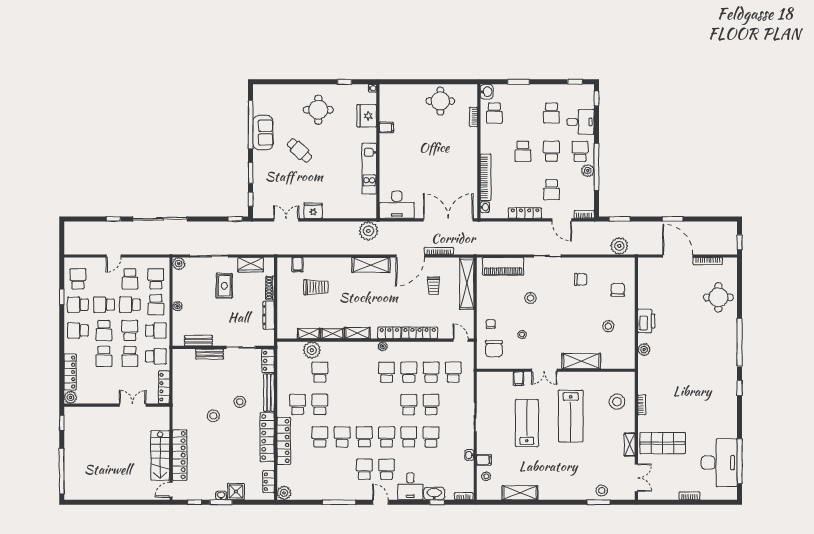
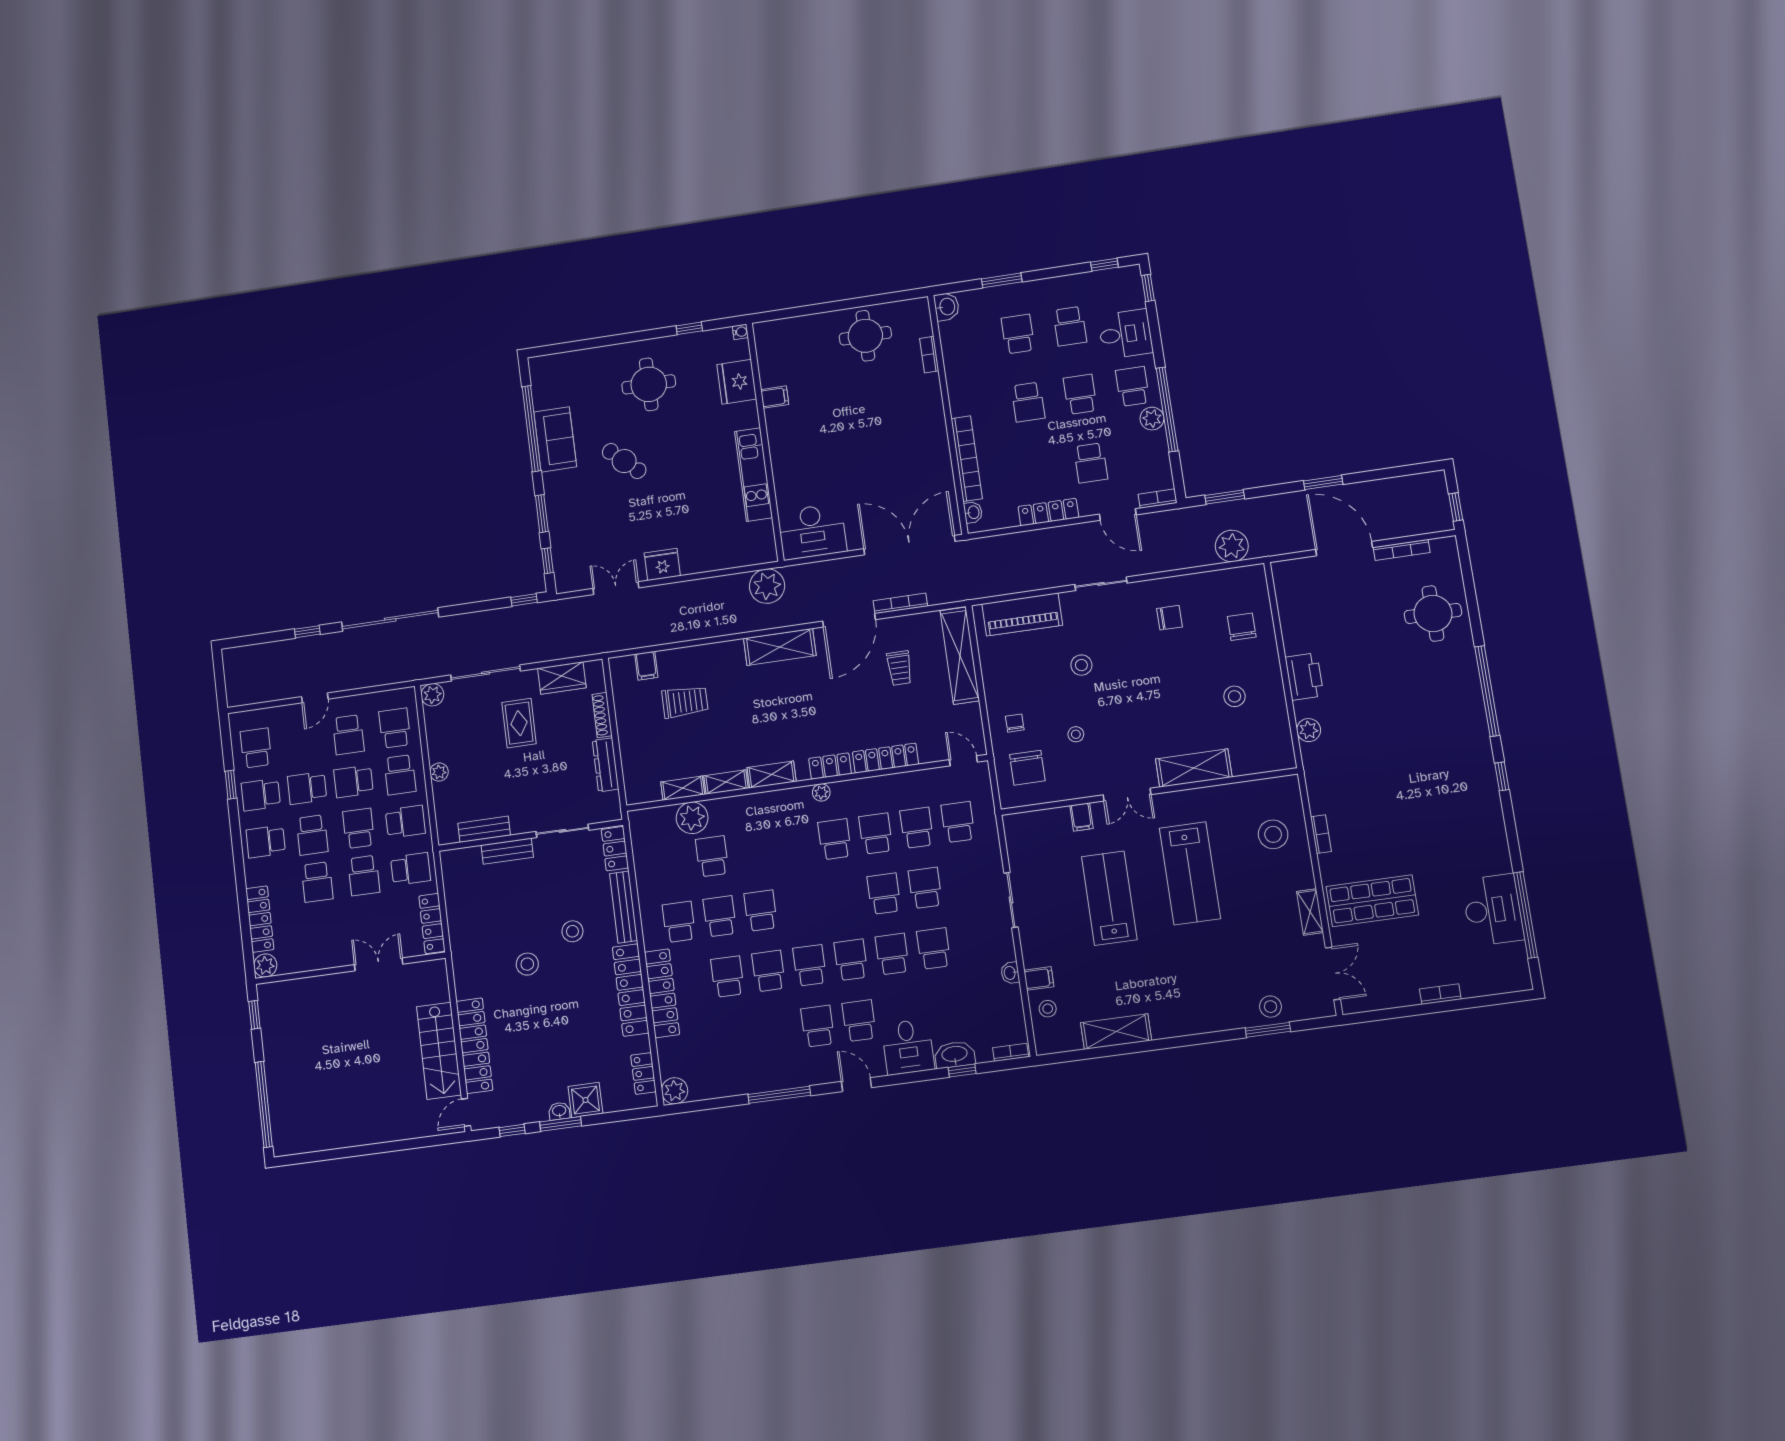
school desk: (494, 113) -> (1018, 334), moved, turned 180
school desk: (342, 405) -> (761, 911), added
desk: (719, 463) -> (1493, 910), width x0.73, depth x0.77

